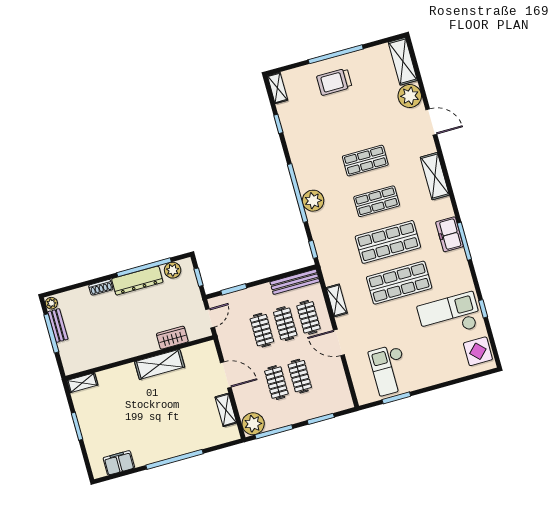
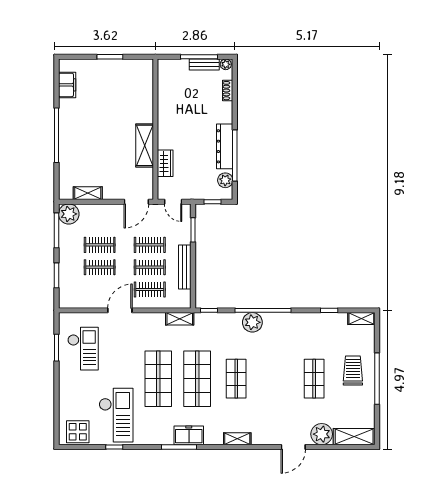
shop shelf: (365, 161) -> (314, 379), moved
shelving: (435, 176) -> (237, 439), width x0.67, depth x0.75
bench: (295, 282) -> (185, 267), moved
shoe rack: (101, 287) -> (228, 91), moved
shelving: (337, 300) -> (180, 319), moved
checkout: (390, 370) -> (83, 349), turned 90
door: (226, 375) -> (136, 202), moved
shelving: (82, 383) -> (147, 72), removed

